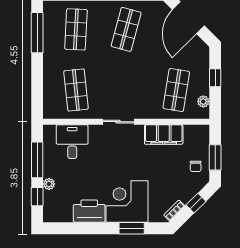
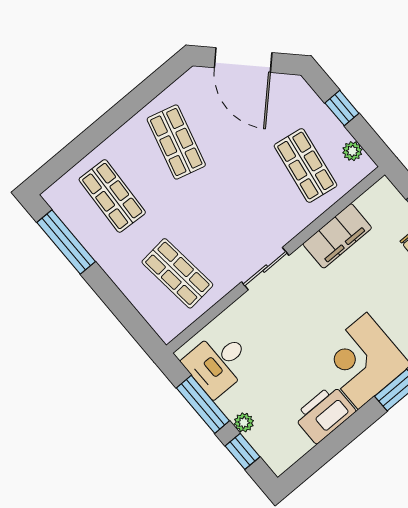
desk: (72, 142) -> (218, 363), moved, turned -90

